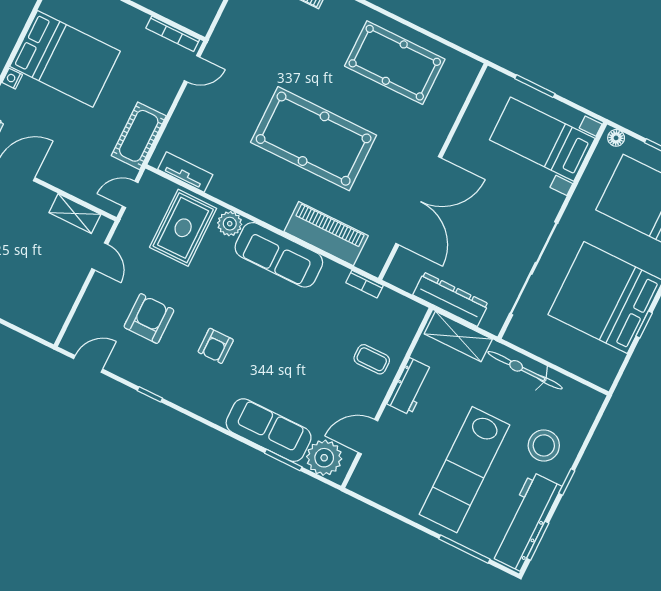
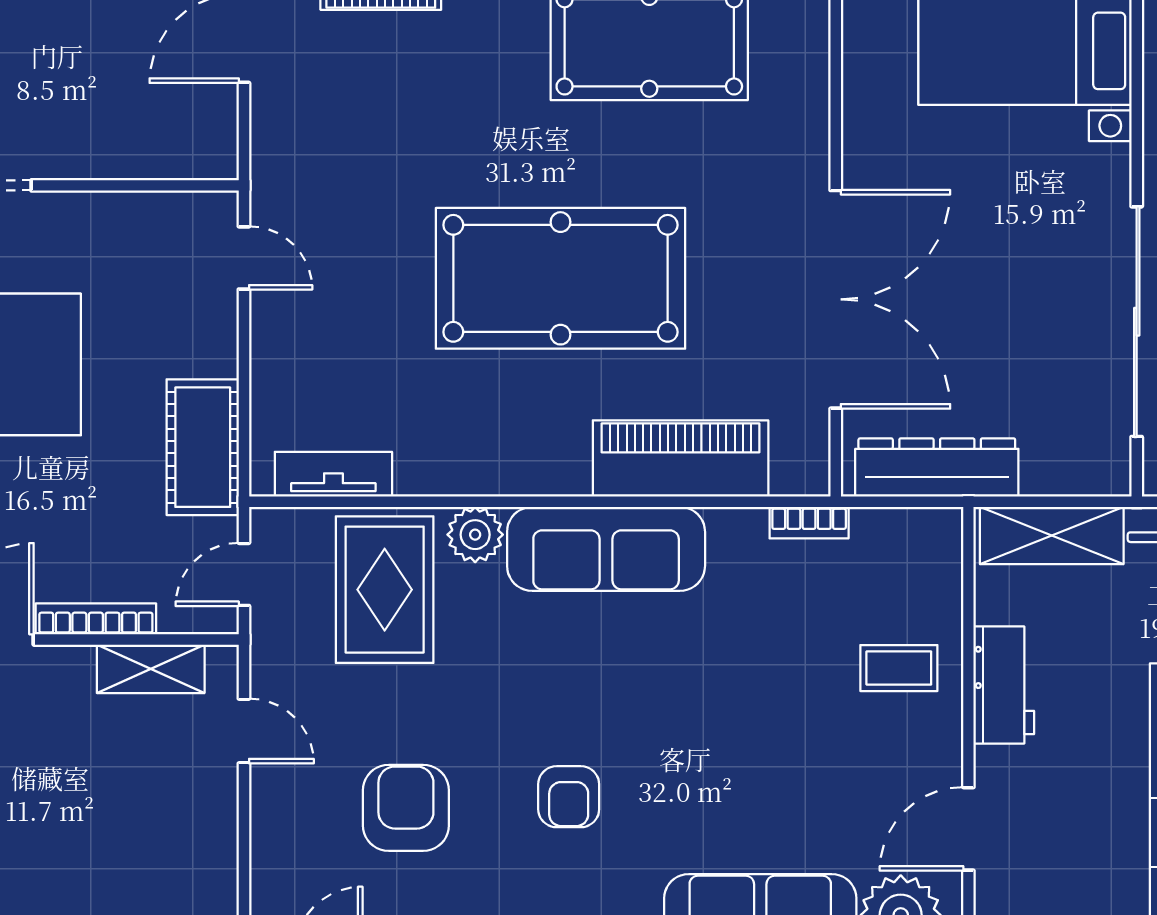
bookcase: (173, 34) -> (96, 619), moved, turned 180
door: (192, 69) -> (244, 258), hinge flipped
dresser: (451, 299) -> (937, 467), moved

